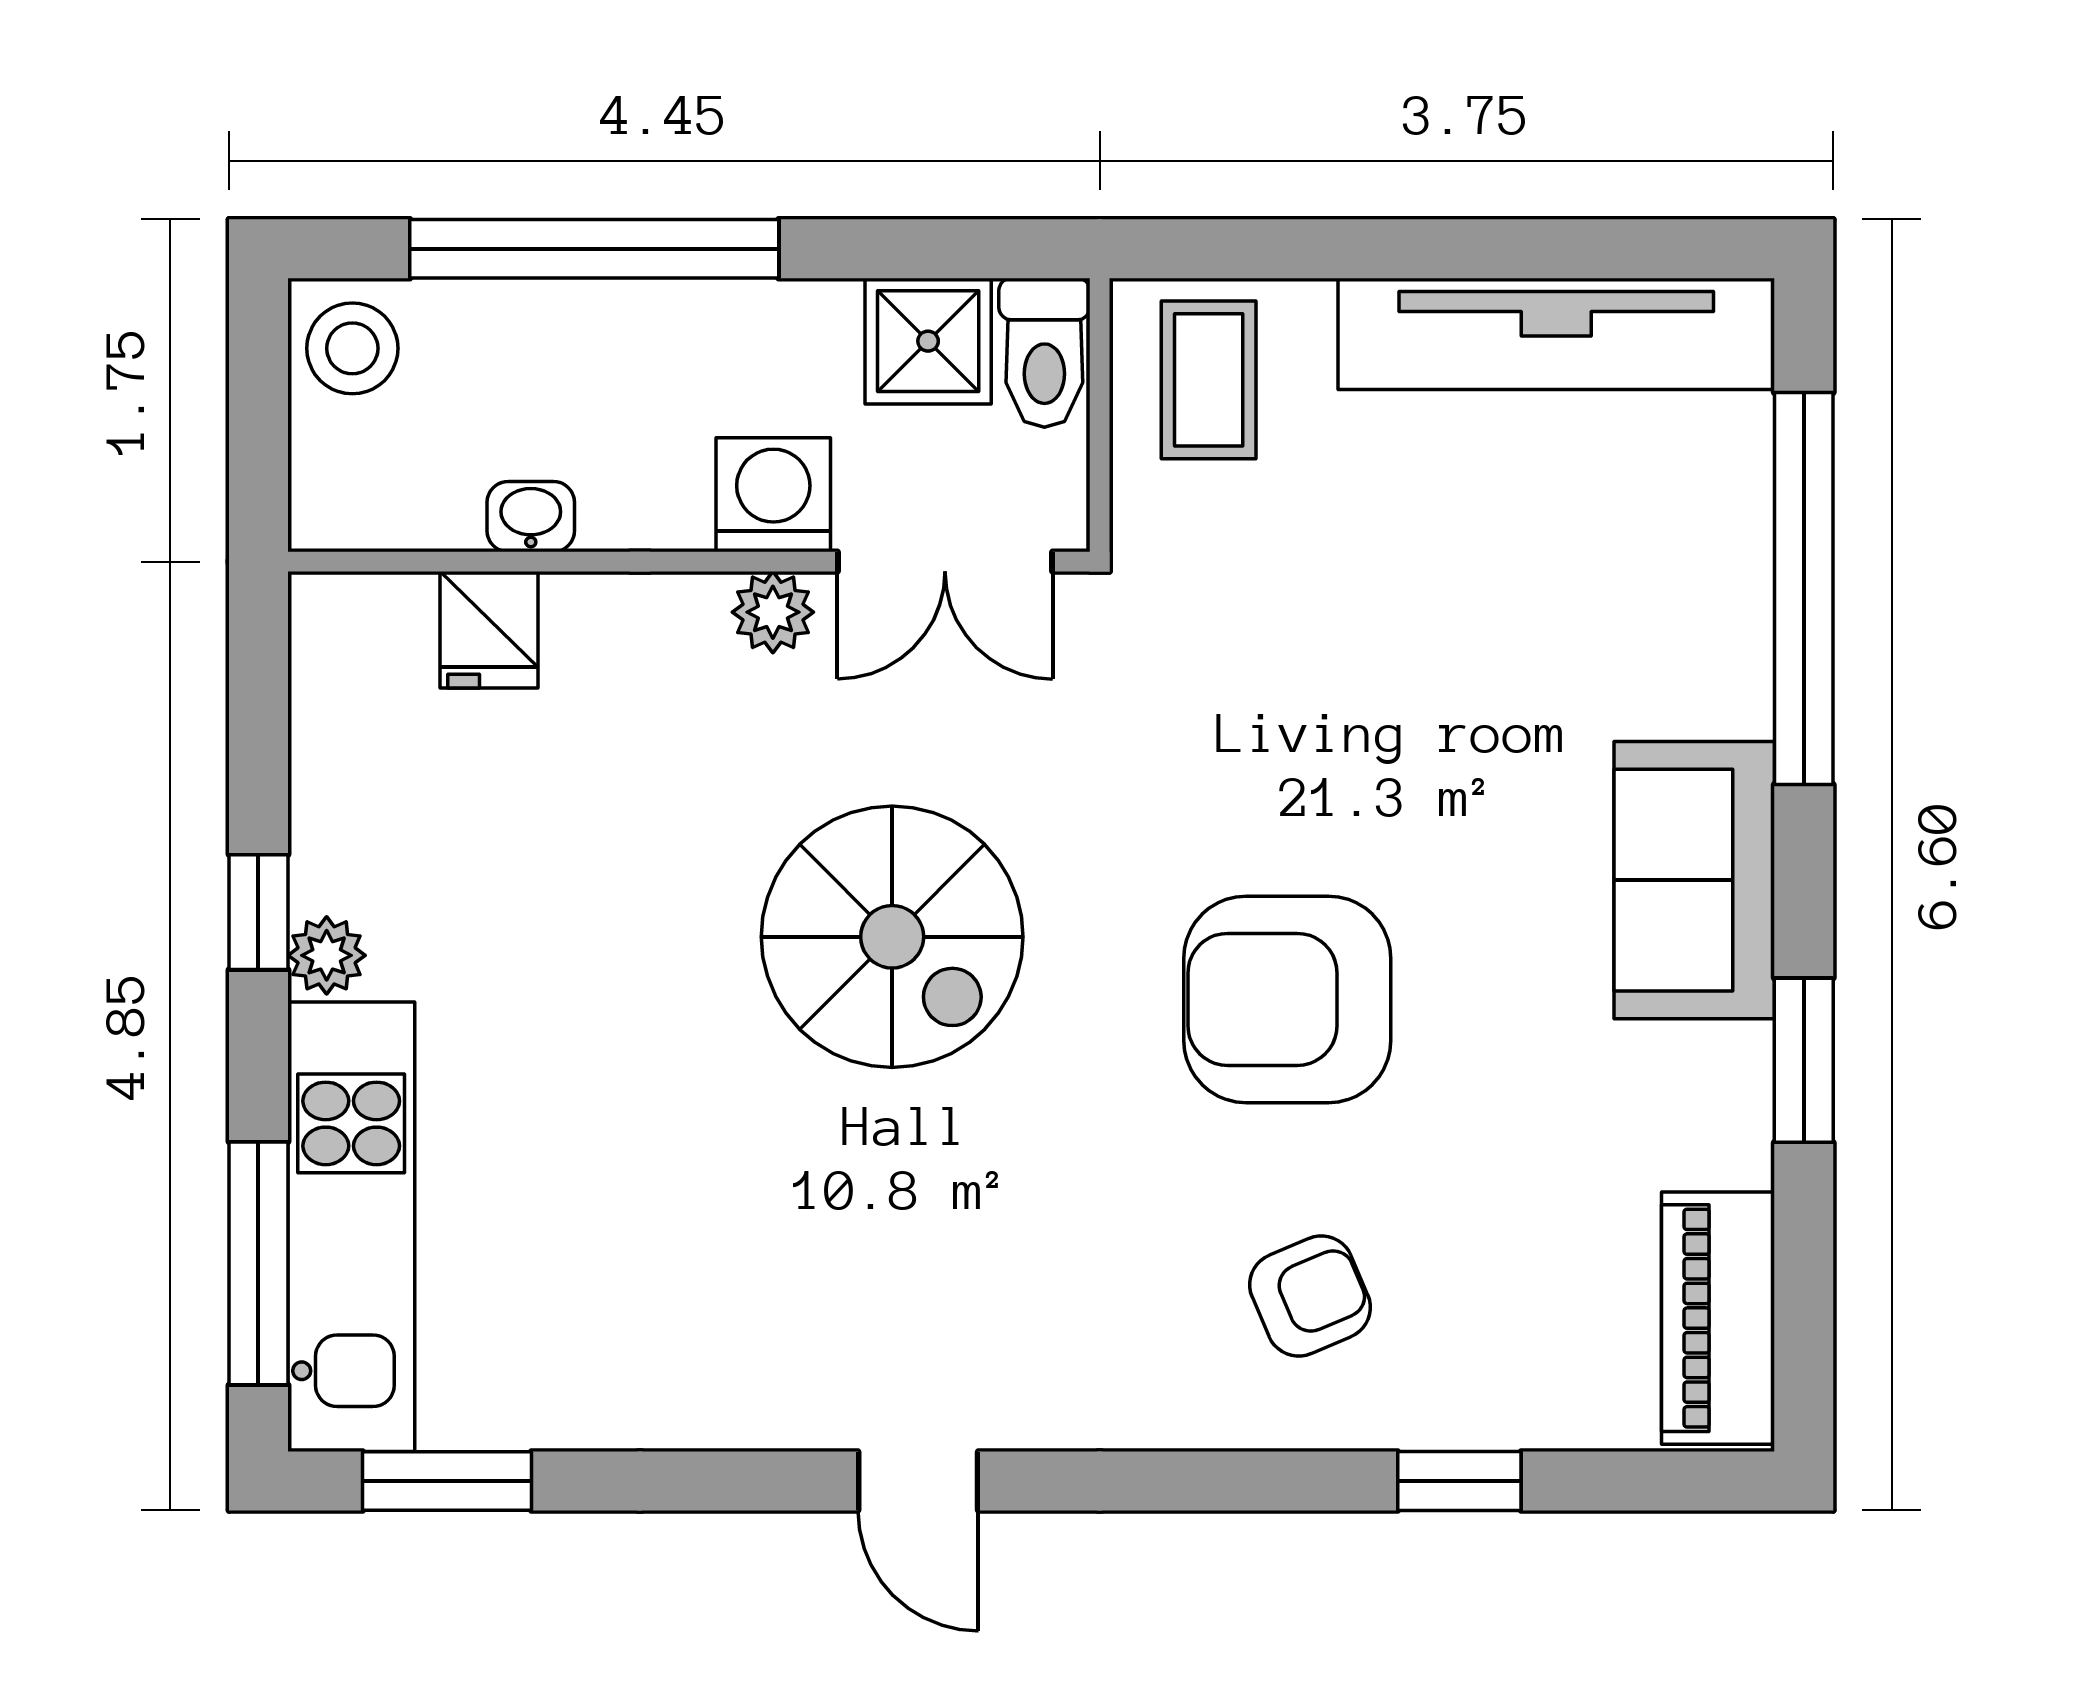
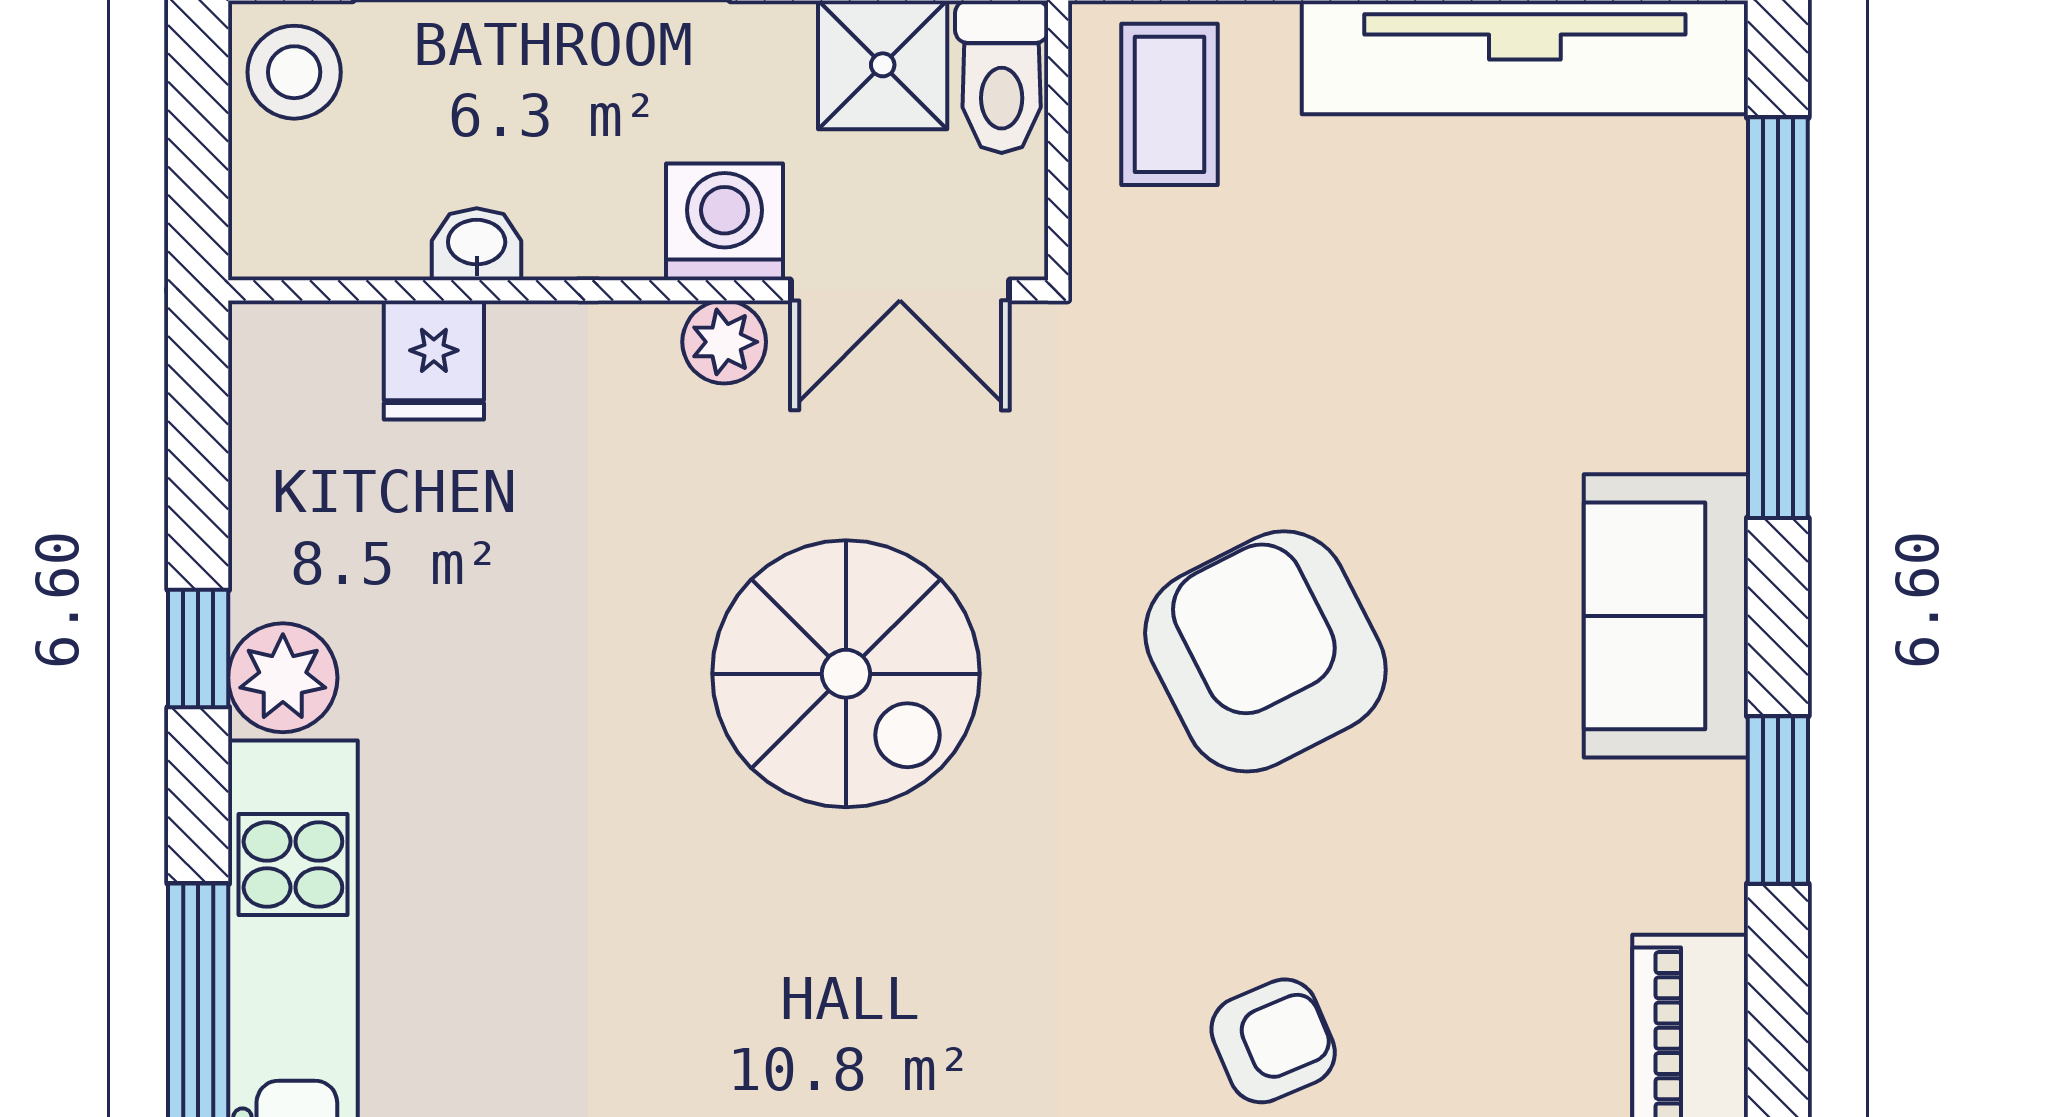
plant: (327, 955) -> (283, 678), width x1.38, depth x1.38
armchair: (1287, 999) -> (1265, 651), moved, turned 63

